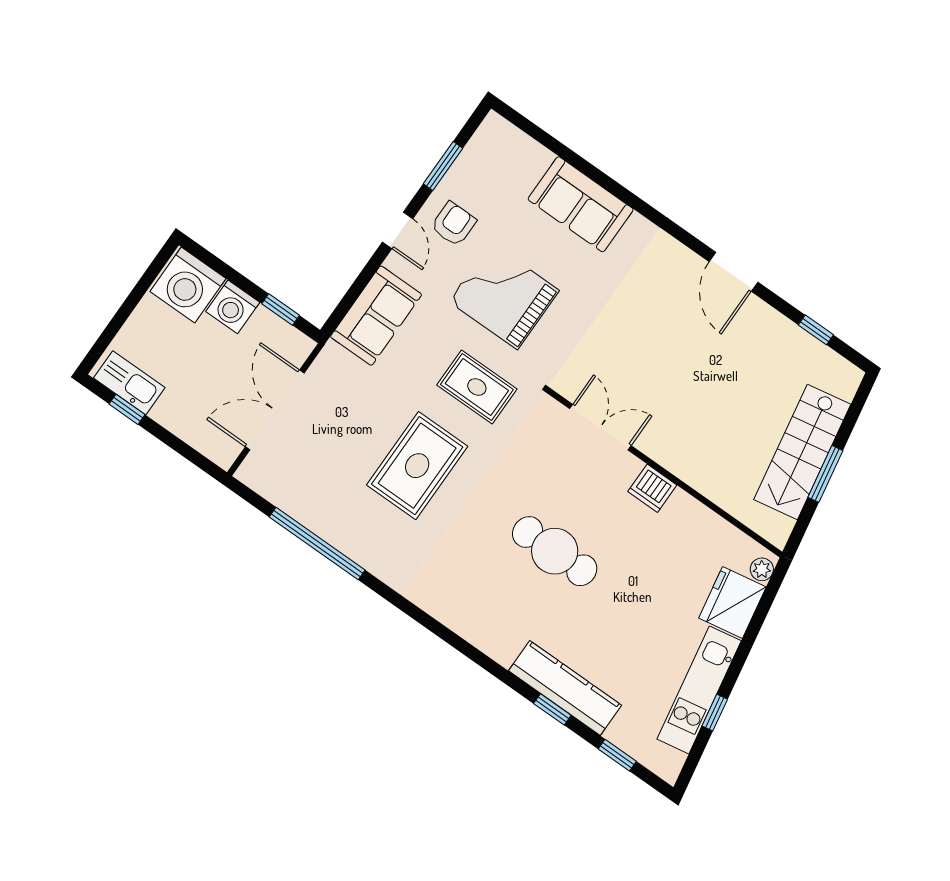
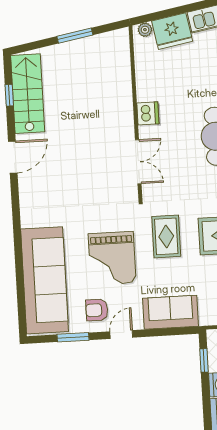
sofa: (581, 204) -> (45, 280), width x1.85, depth x1.27
double door: (600, 427) -> (138, 162), swing flipped
stairs: (802, 452) -> (28, 94), moved, turned -80

